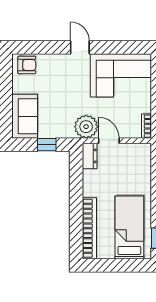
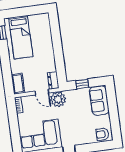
cot: (143, 158) -> (18, 84), added
bookcase: (89, 228) -> (47, 33), removed

